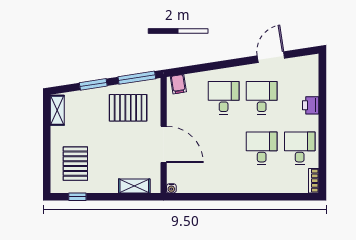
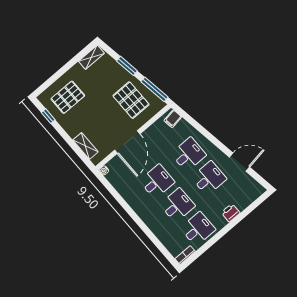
desk: (224, 148) -> (157, 181), added

